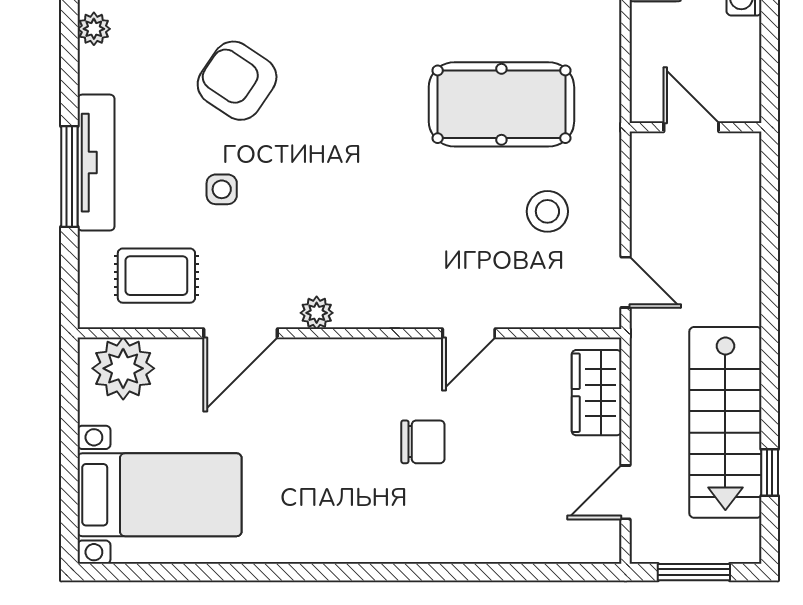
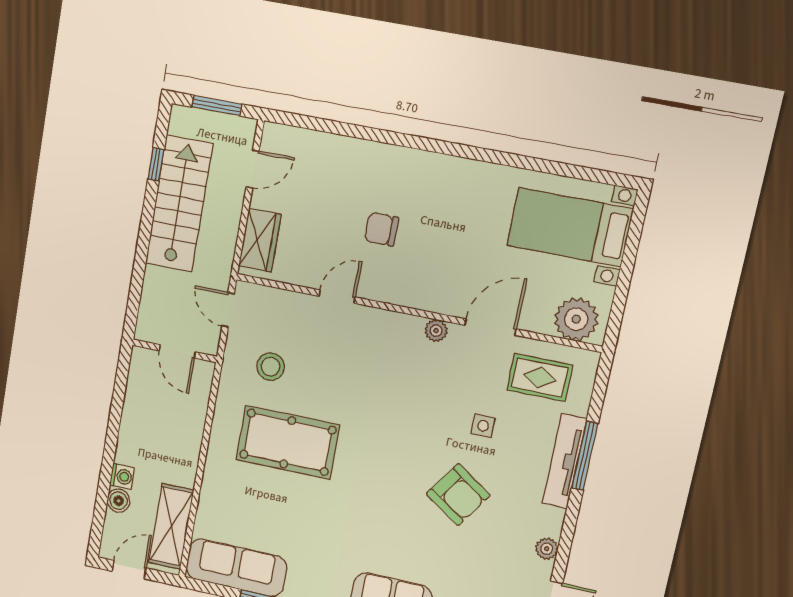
door: (691, 127) -> (177, 351), moved
wall: (696, 127) -> (175, 351), moved

